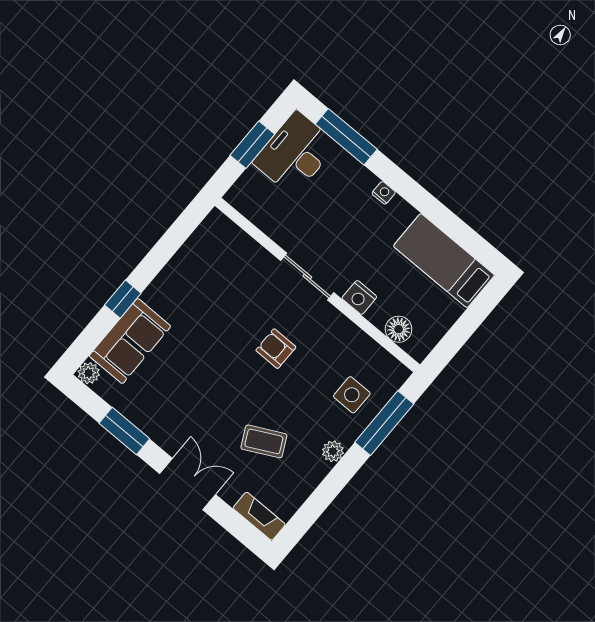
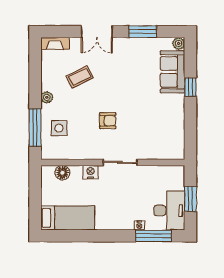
nightstand: (384, 193) -> (139, 225), moved

